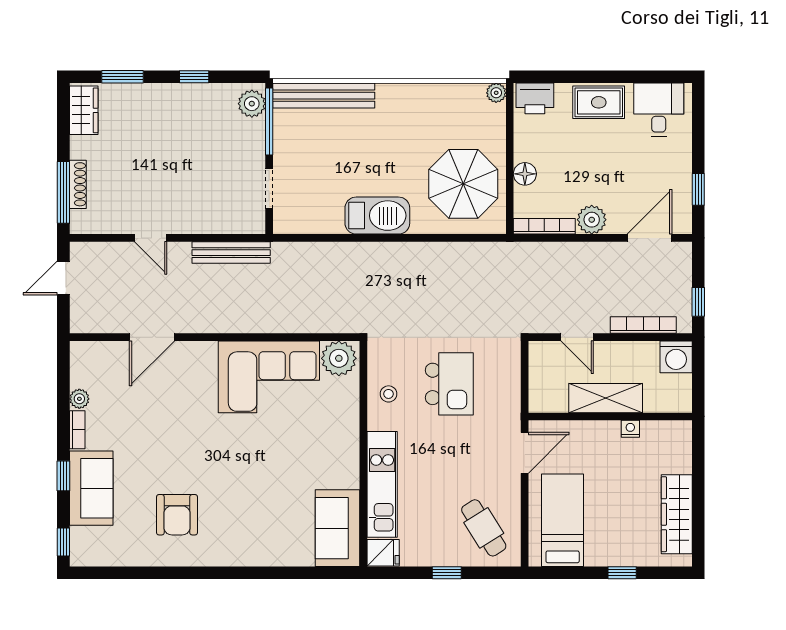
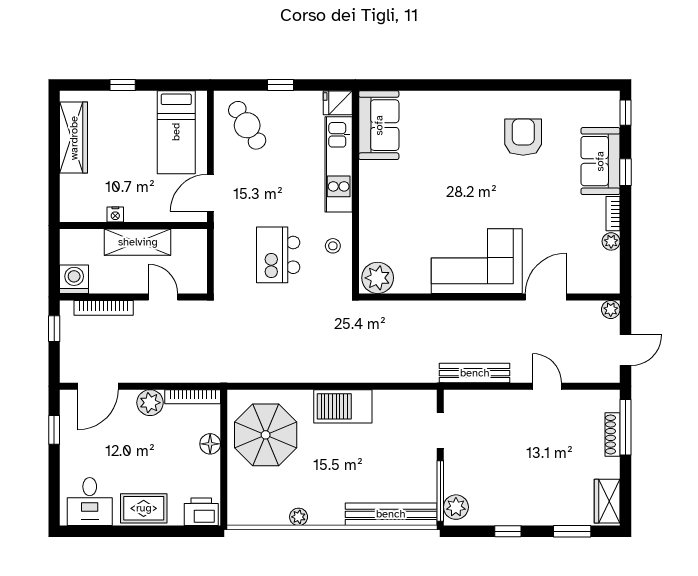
plant: (496, 93) -> (299, 517), moved
plant: (80, 323) -> (611, 309), added
corner sofa: (269, 377) -> (477, 261), moved

